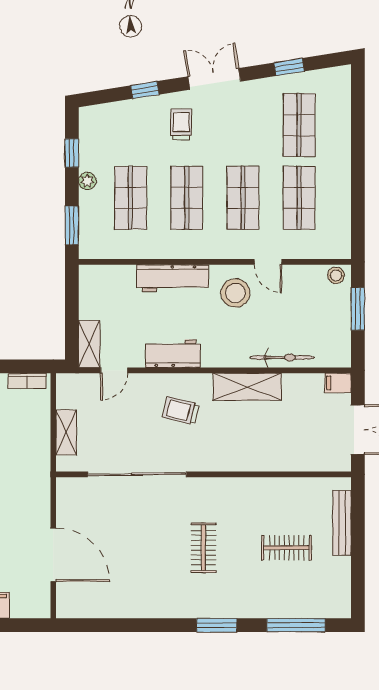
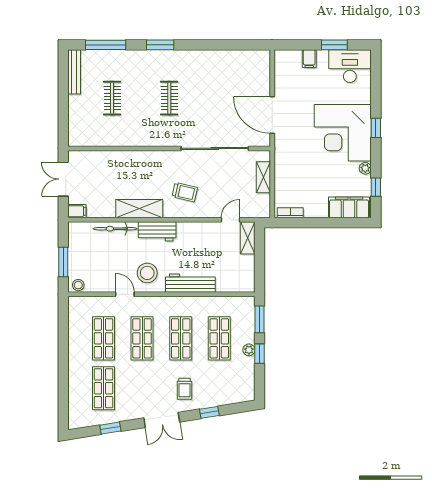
window: (72, 153) -> (260, 354), moved
workbench: (173, 354) -> (157, 231), moved
bench: (342, 523) -> (74, 72), moved
clothes rail: (287, 548) -> (112, 98), turned 90
door: (53, 555) -> (272, 115), moved

